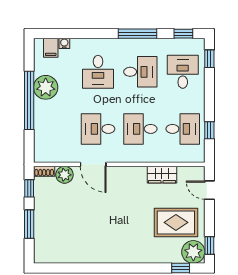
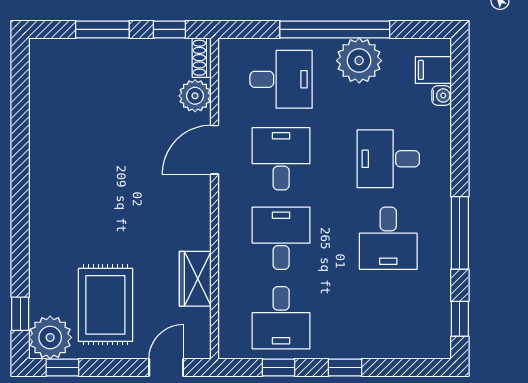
window: (209, 59) -> (345, 368), moved
desk: (183, 72) -> (281, 79), moved

